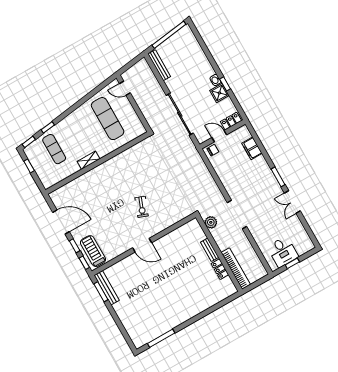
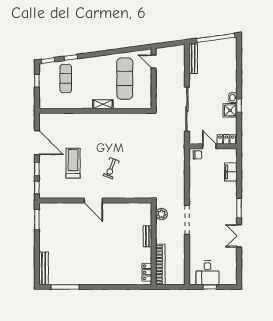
shelving: (89, 160) -> (103, 104), moved
treadmill: (93, 251) -> (73, 163), moved
locker: (220, 269) -> (147, 272), moved
bench: (107, 288) -> (44, 268), moved

